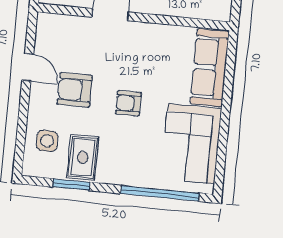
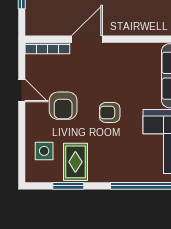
bookcase: (63, 21) -> (47, 48), added
armchair: (75, 90) -> (63, 106), turned -90

